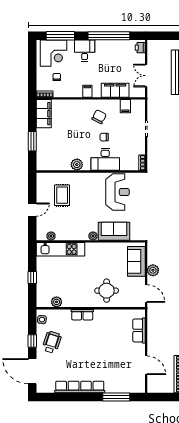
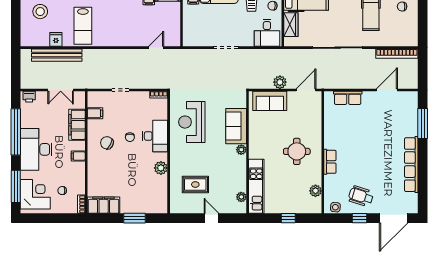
desk: (85, 51) -> (36, 149), width x1.87, depth x1.30
reception desk: (118, 192) -> (192, 122), turned -90
round table: (107, 291) -> (297, 151), moved

